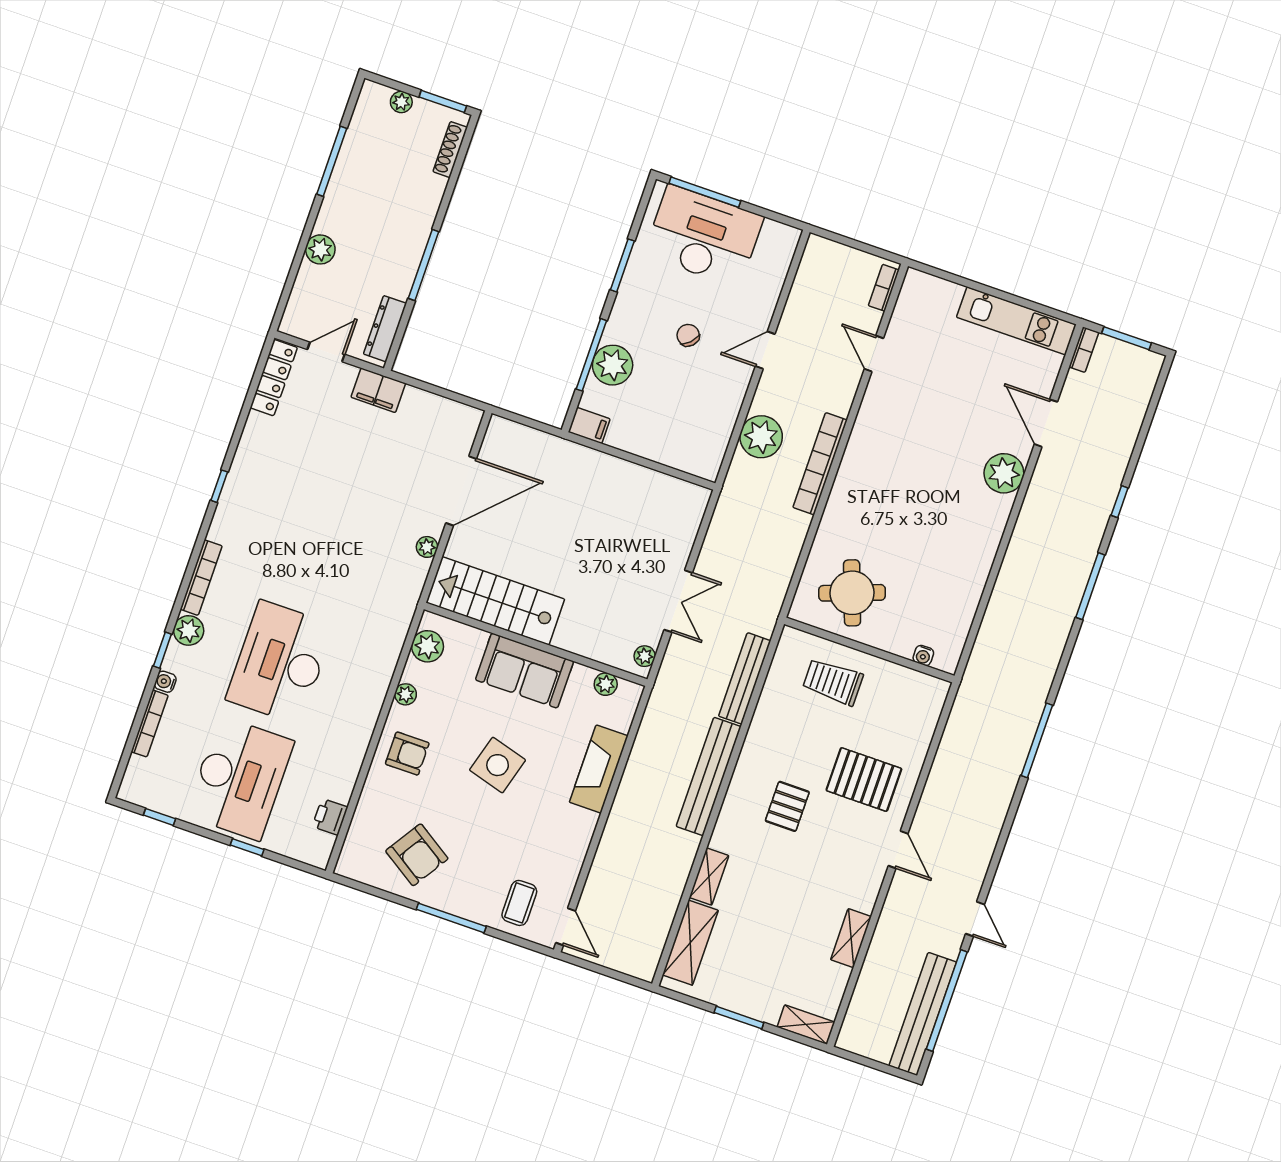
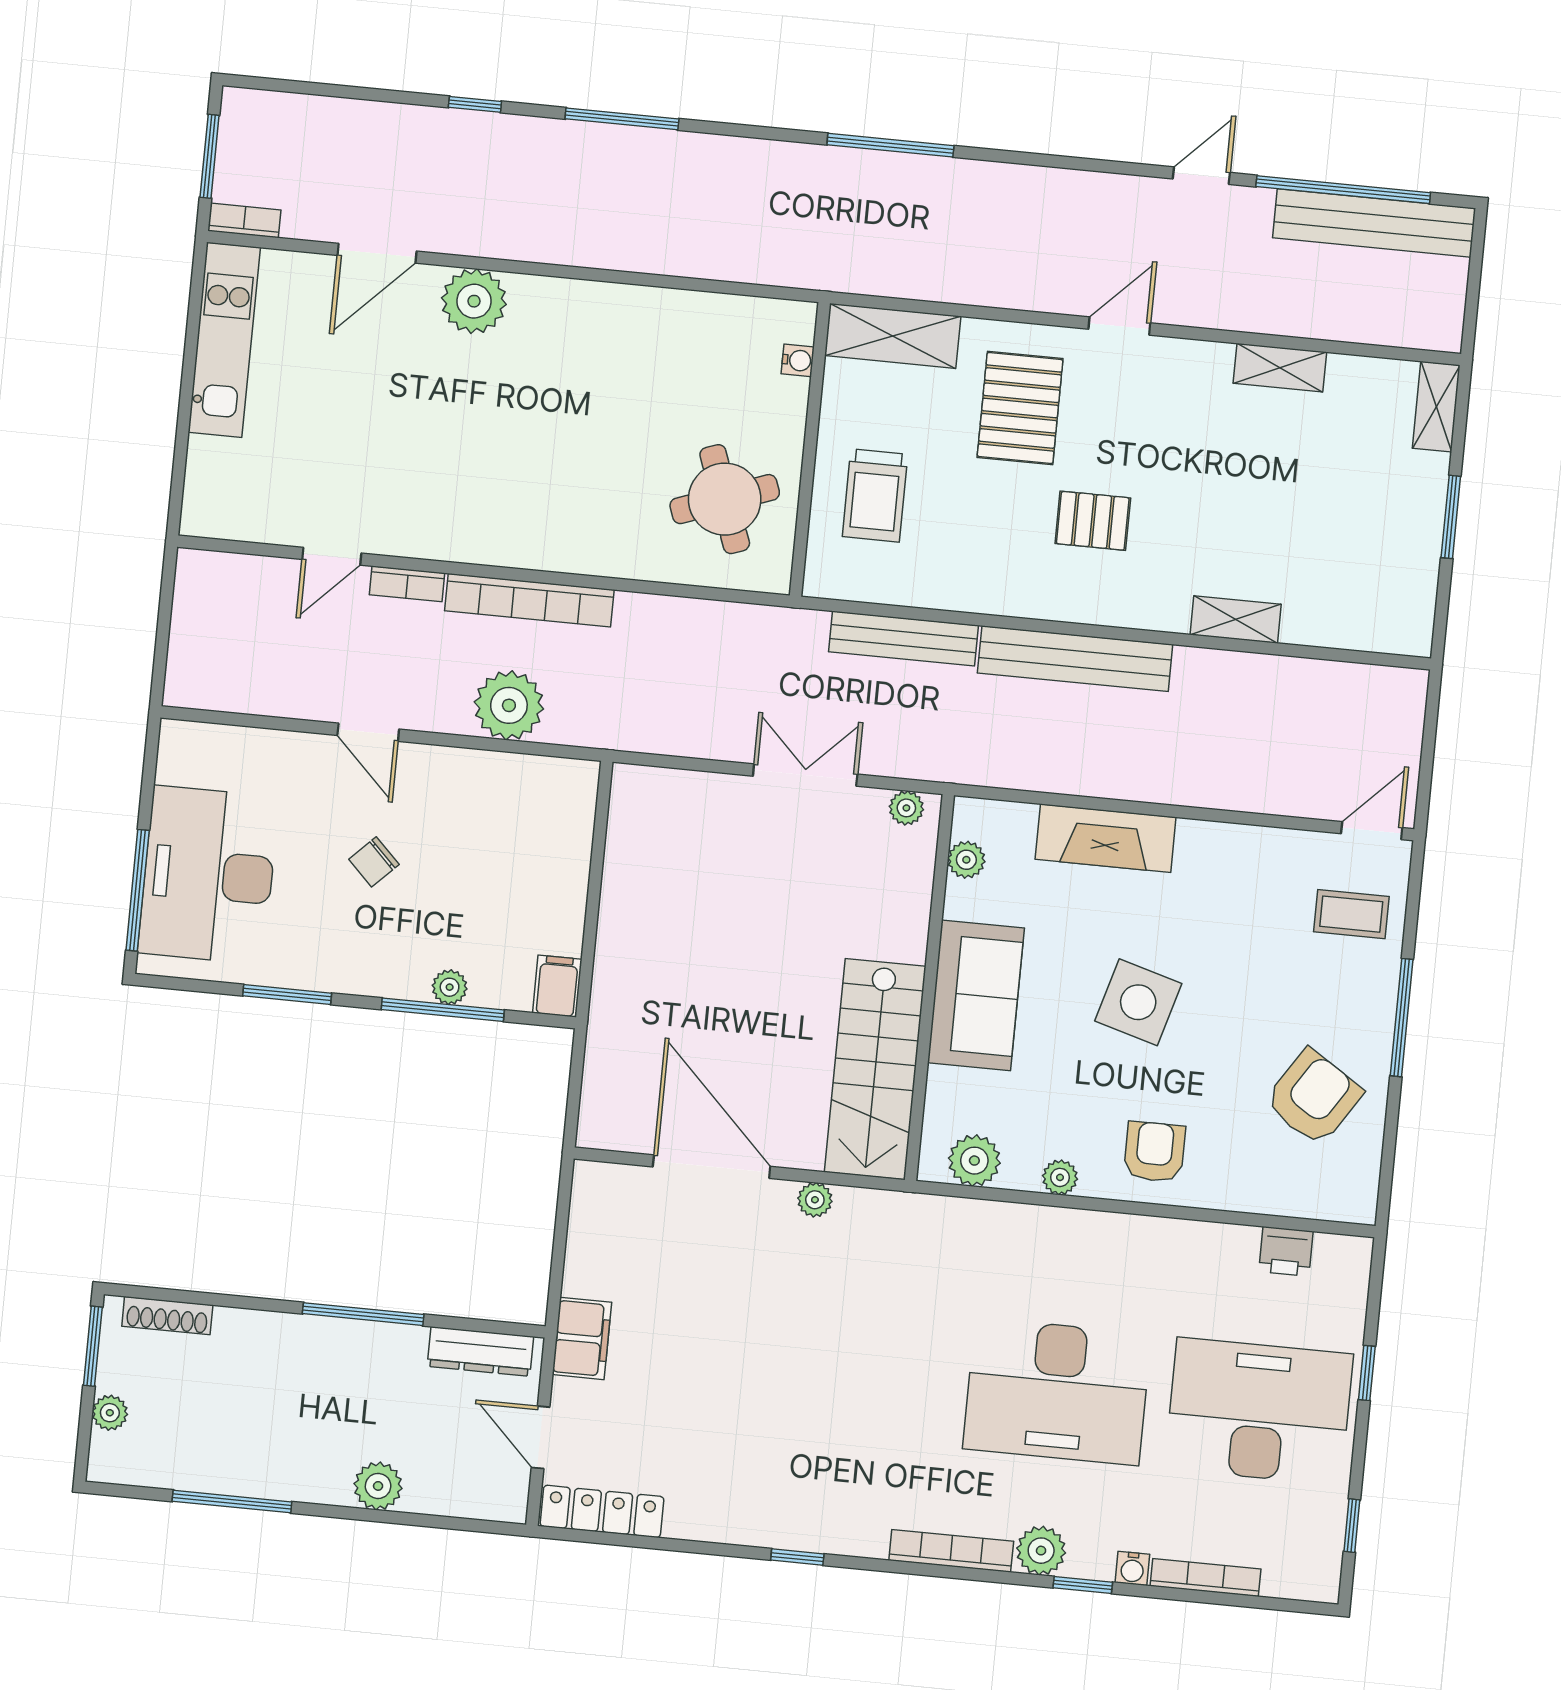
bookcase: (884, 288) -> (407, 584), moved
plant: (613, 365) -> (450, 987), width x0.53, depth x0.53
shelving: (690, 943) -> (893, 336), moved

